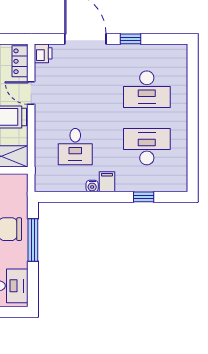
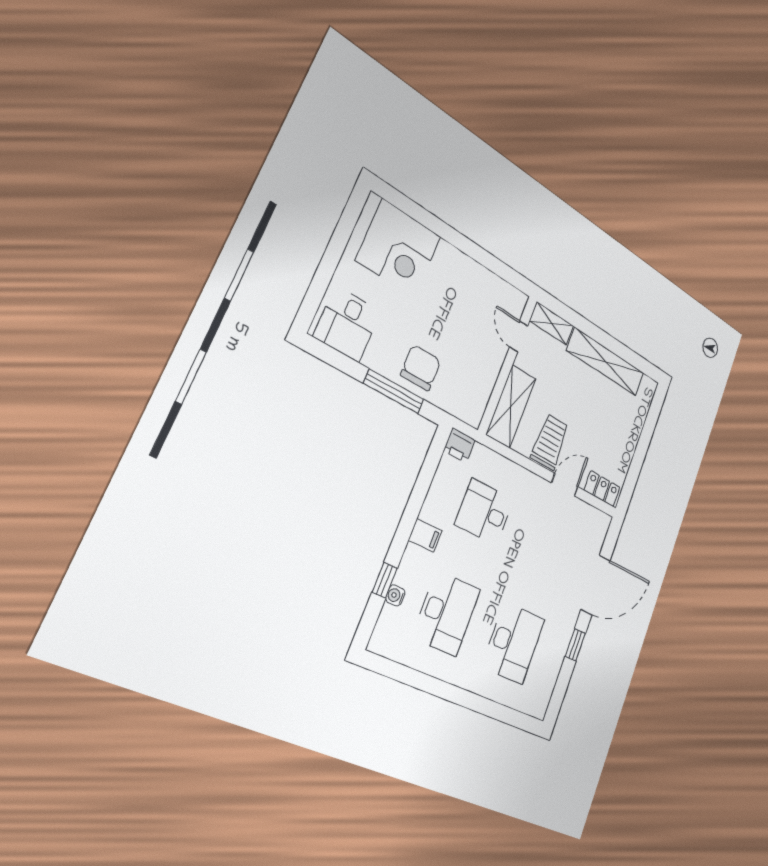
printer: (43, 53) -> (459, 445), moved
desk: (147, 89) -> (513, 643), turned 180
water cooler: (92, 186) -> (395, 596), moved

